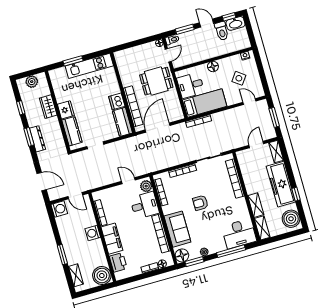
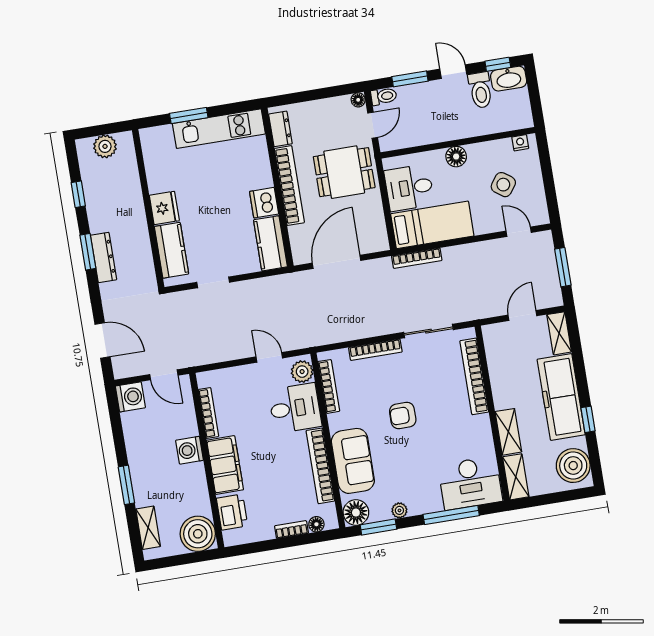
dresser: (121, 63) -> (280, 129), added
bookcase: (133, 106) -> (289, 186), moved
wardrobe: (48, 107) -> (131, 198), removed

